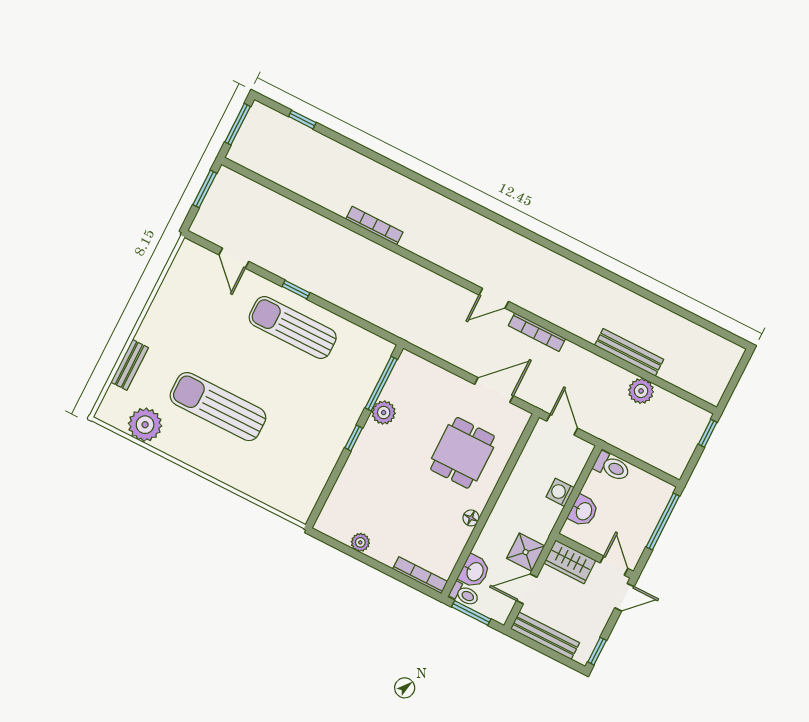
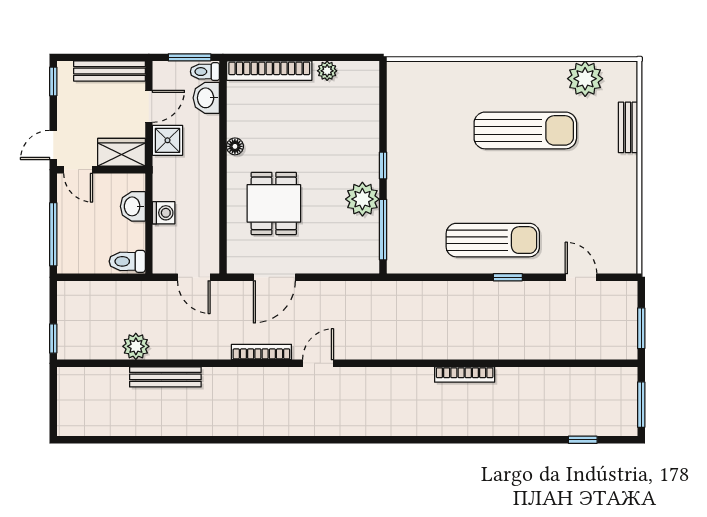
plant: (384, 413) -> (362, 199), width x1.36, depth x1.36
bookcase: (420, 575) -> (269, 71), width x1.48, depth x1.31

